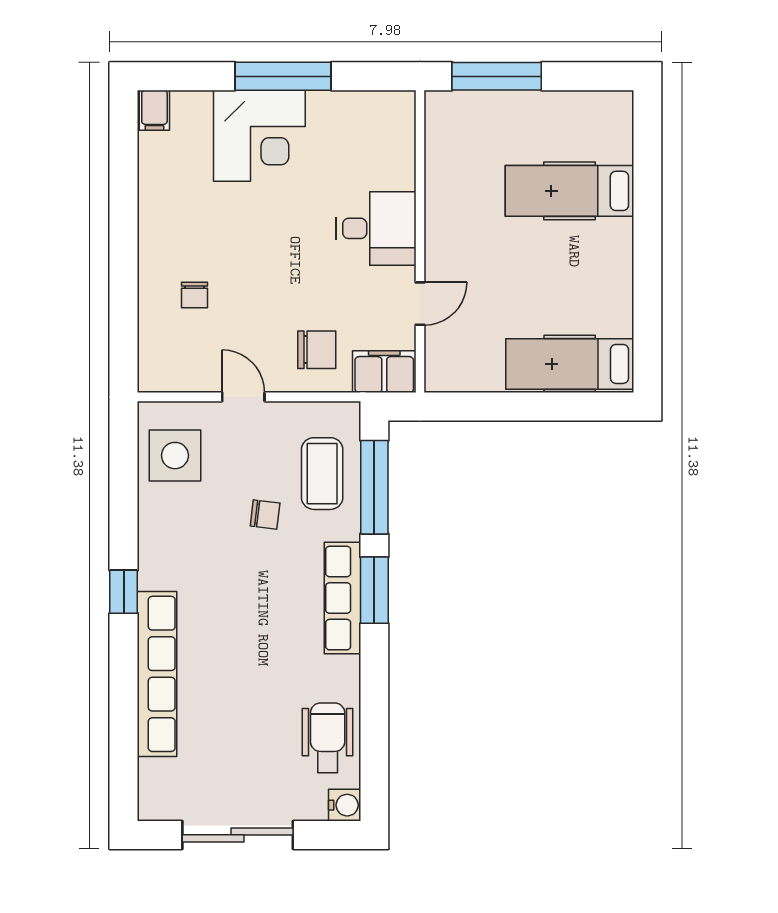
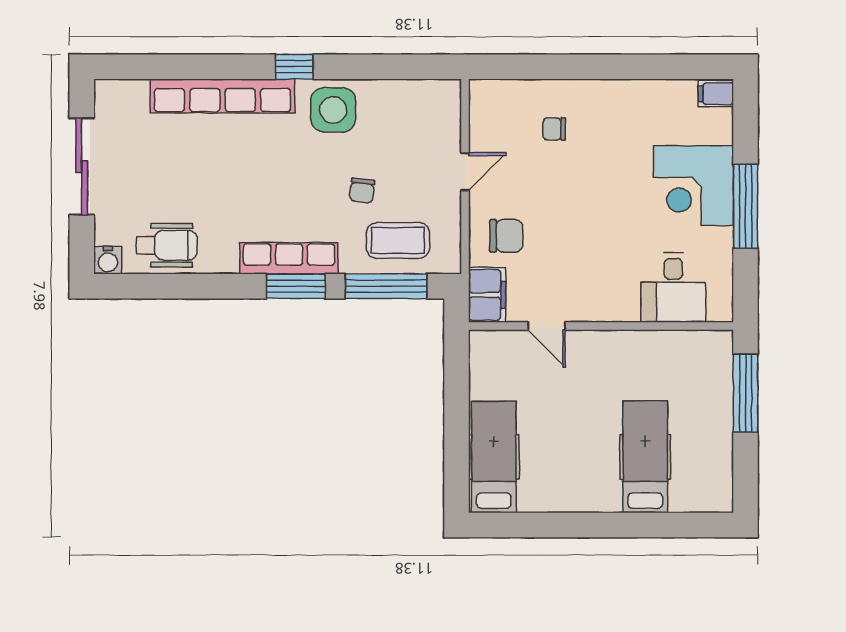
desk: (376, 228) -> (673, 288), moved
chair: (317, 350) -> (506, 236), turned -90
side table: (175, 456) -> (333, 110), moved

